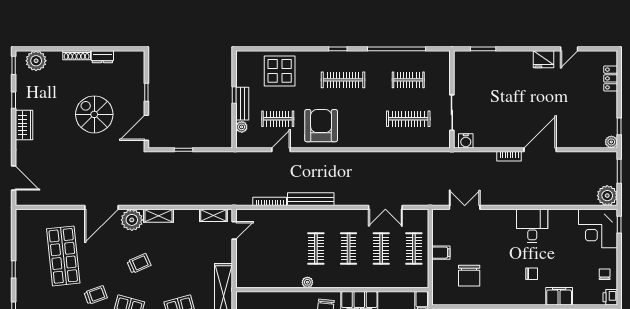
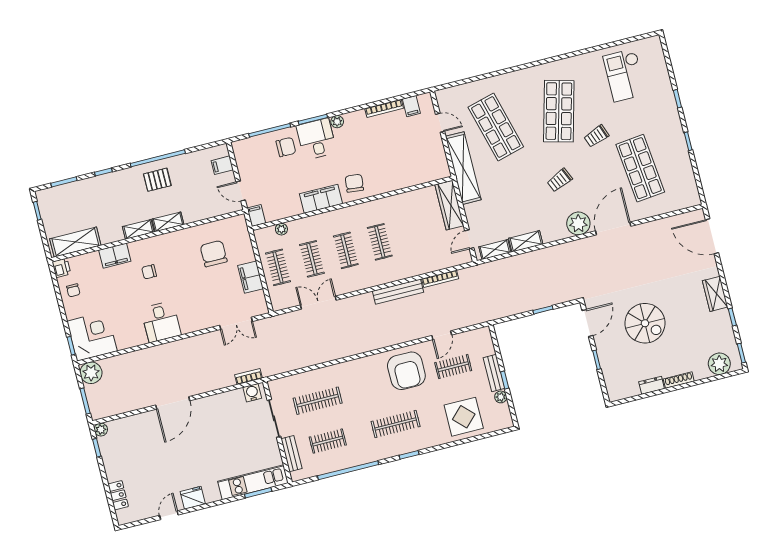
kitchen unit: (485, 60) -> (253, 482), added
bench: (444, 77) -> (292, 454), added
plant: (242, 127) -> (501, 397), moved
bookcase: (509, 156) -> (249, 377), moved
door: (14, 178) -> (712, 236), width x1.36
shelving: (159, 216) -> (526, 241), moved
filing cabinet: (441, 253) -> (251, 277), width x2.00
wardrobe: (244, 266) -> (449, 205), added
plant: (307, 282) -> (281, 229), moved

